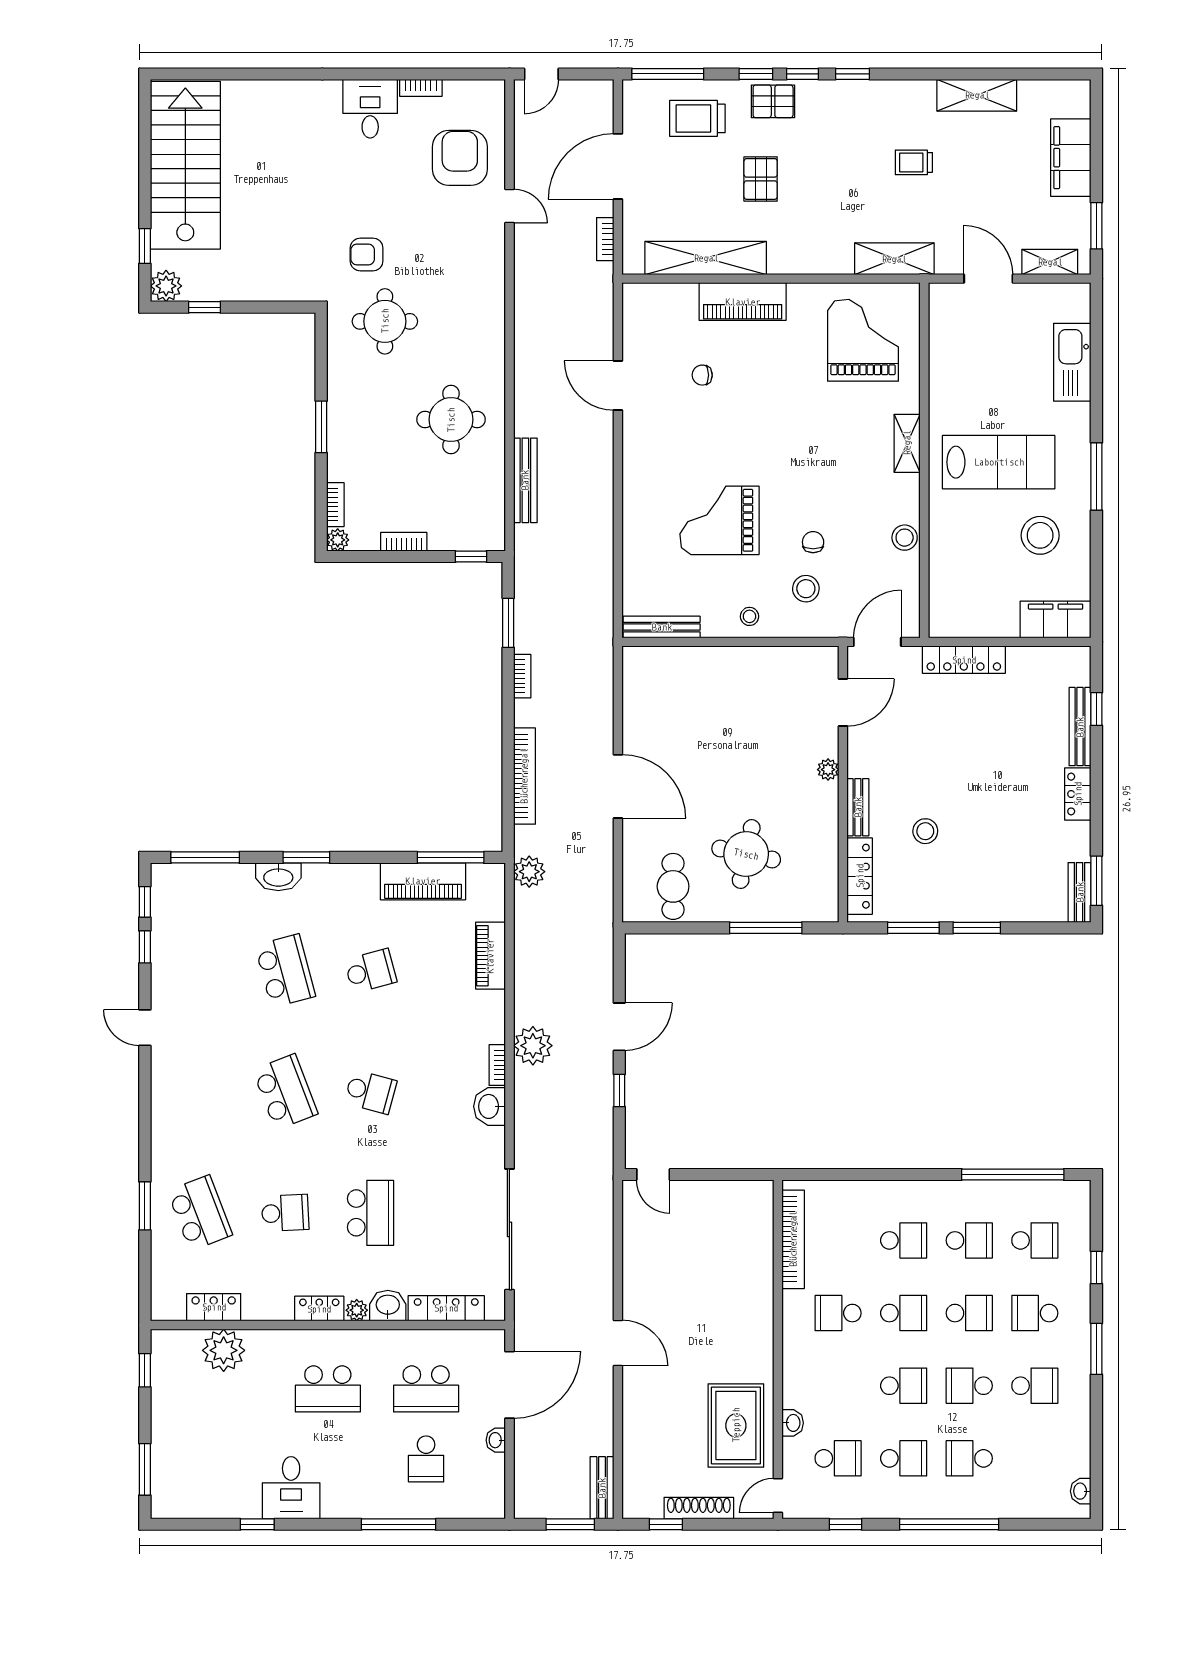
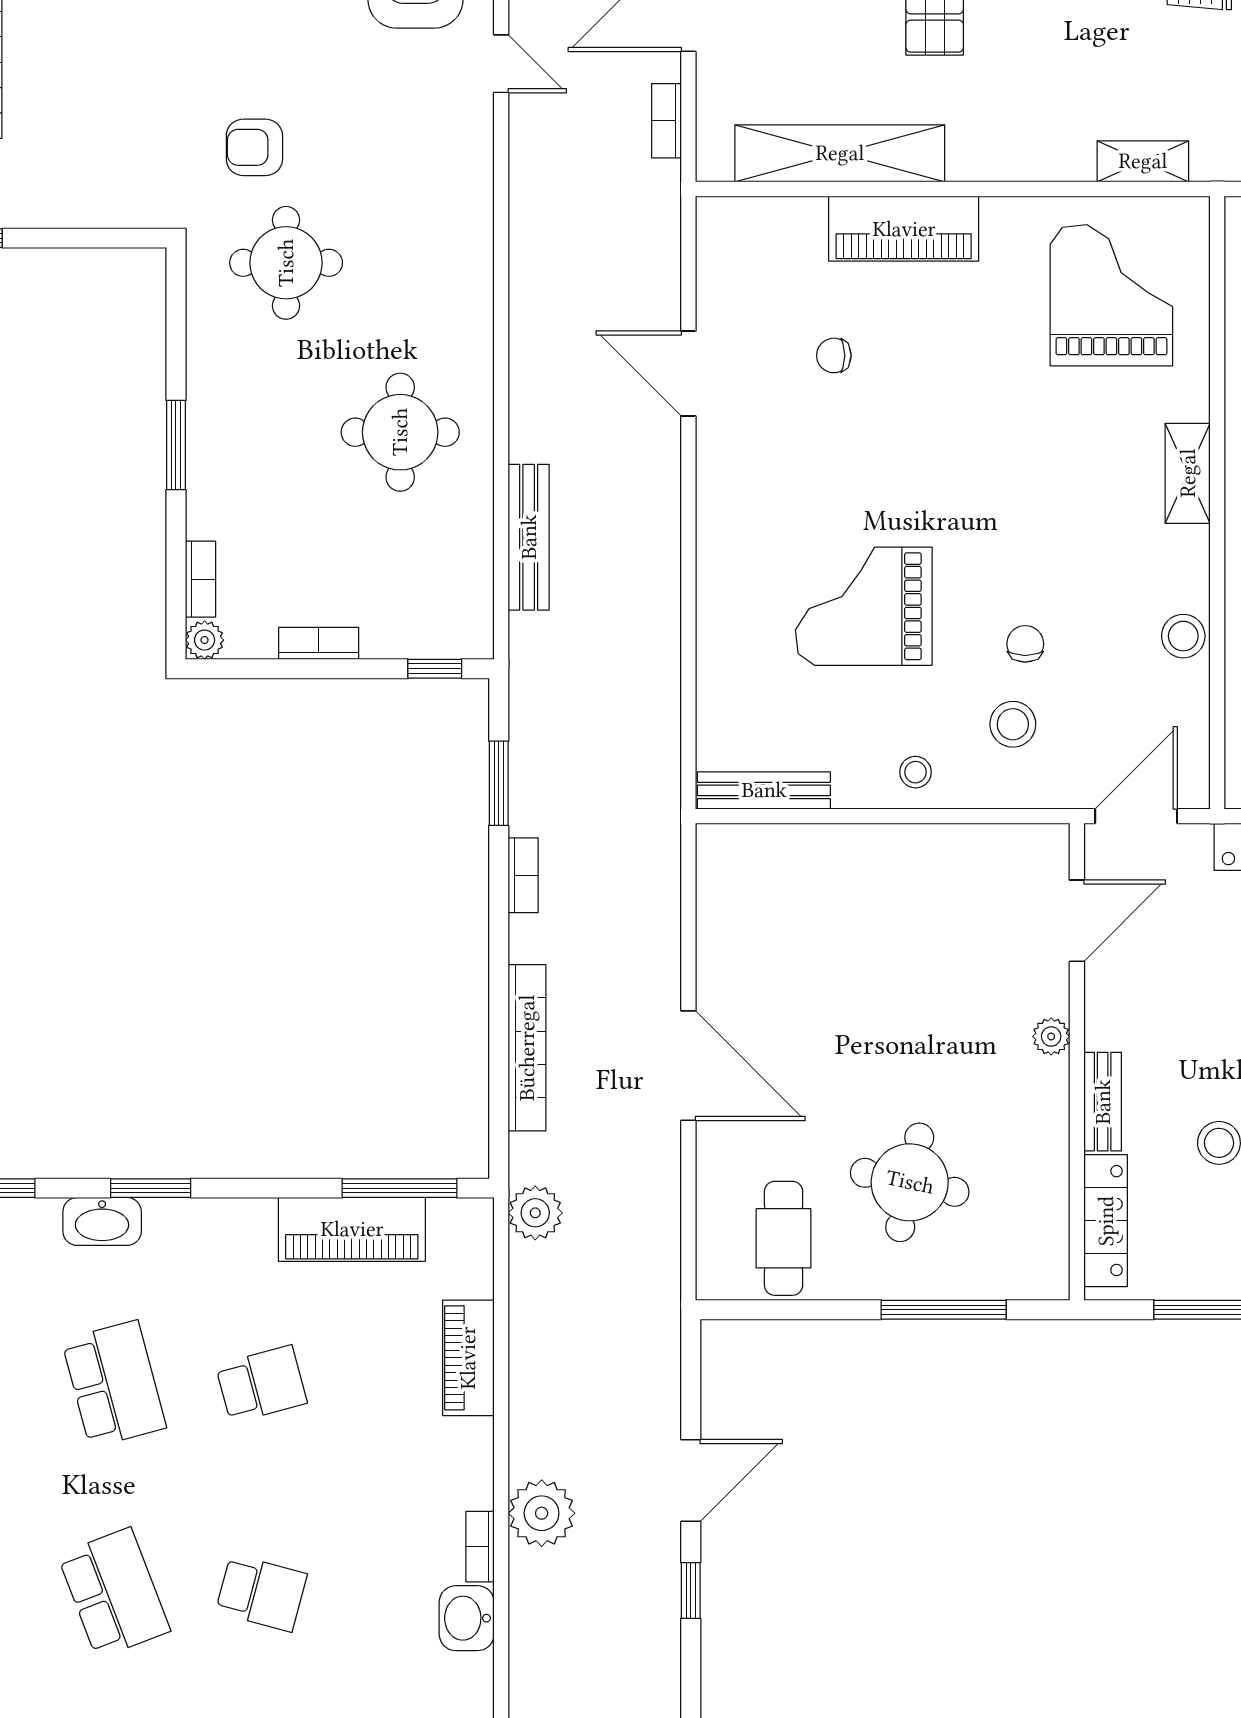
shelving: (894, 259) -> (1143, 161), width x0.67, depth x0.75

